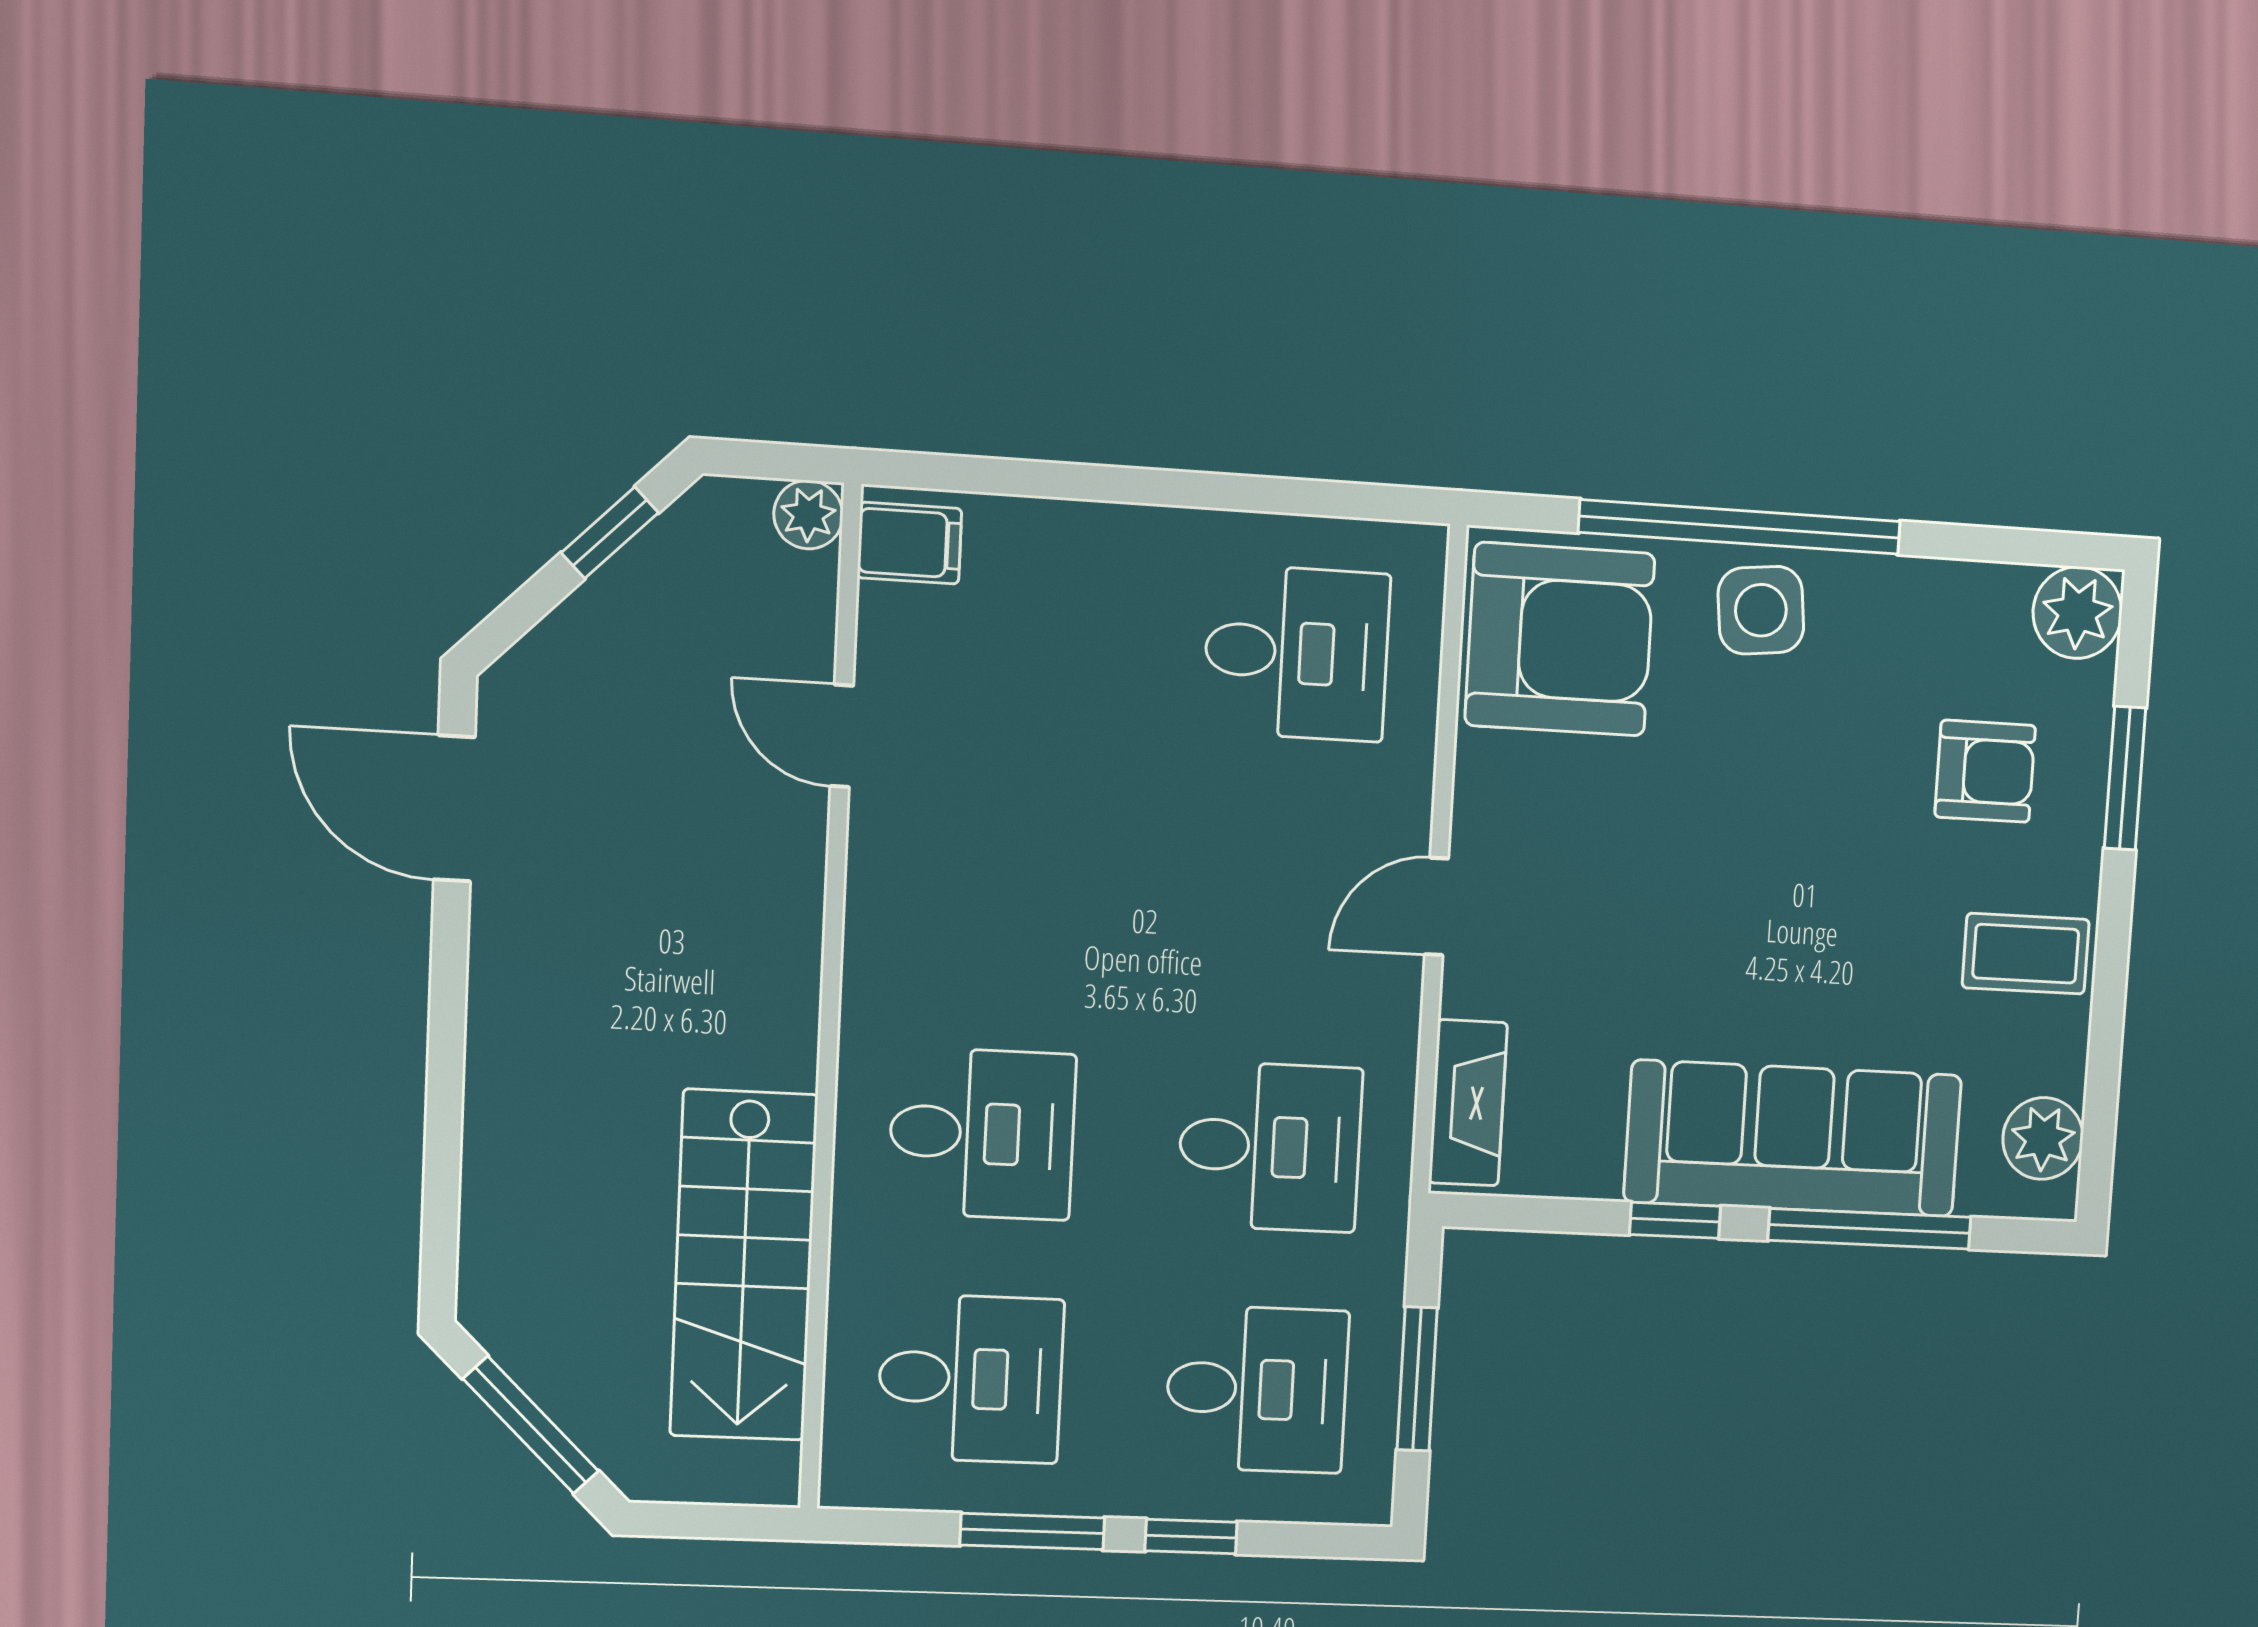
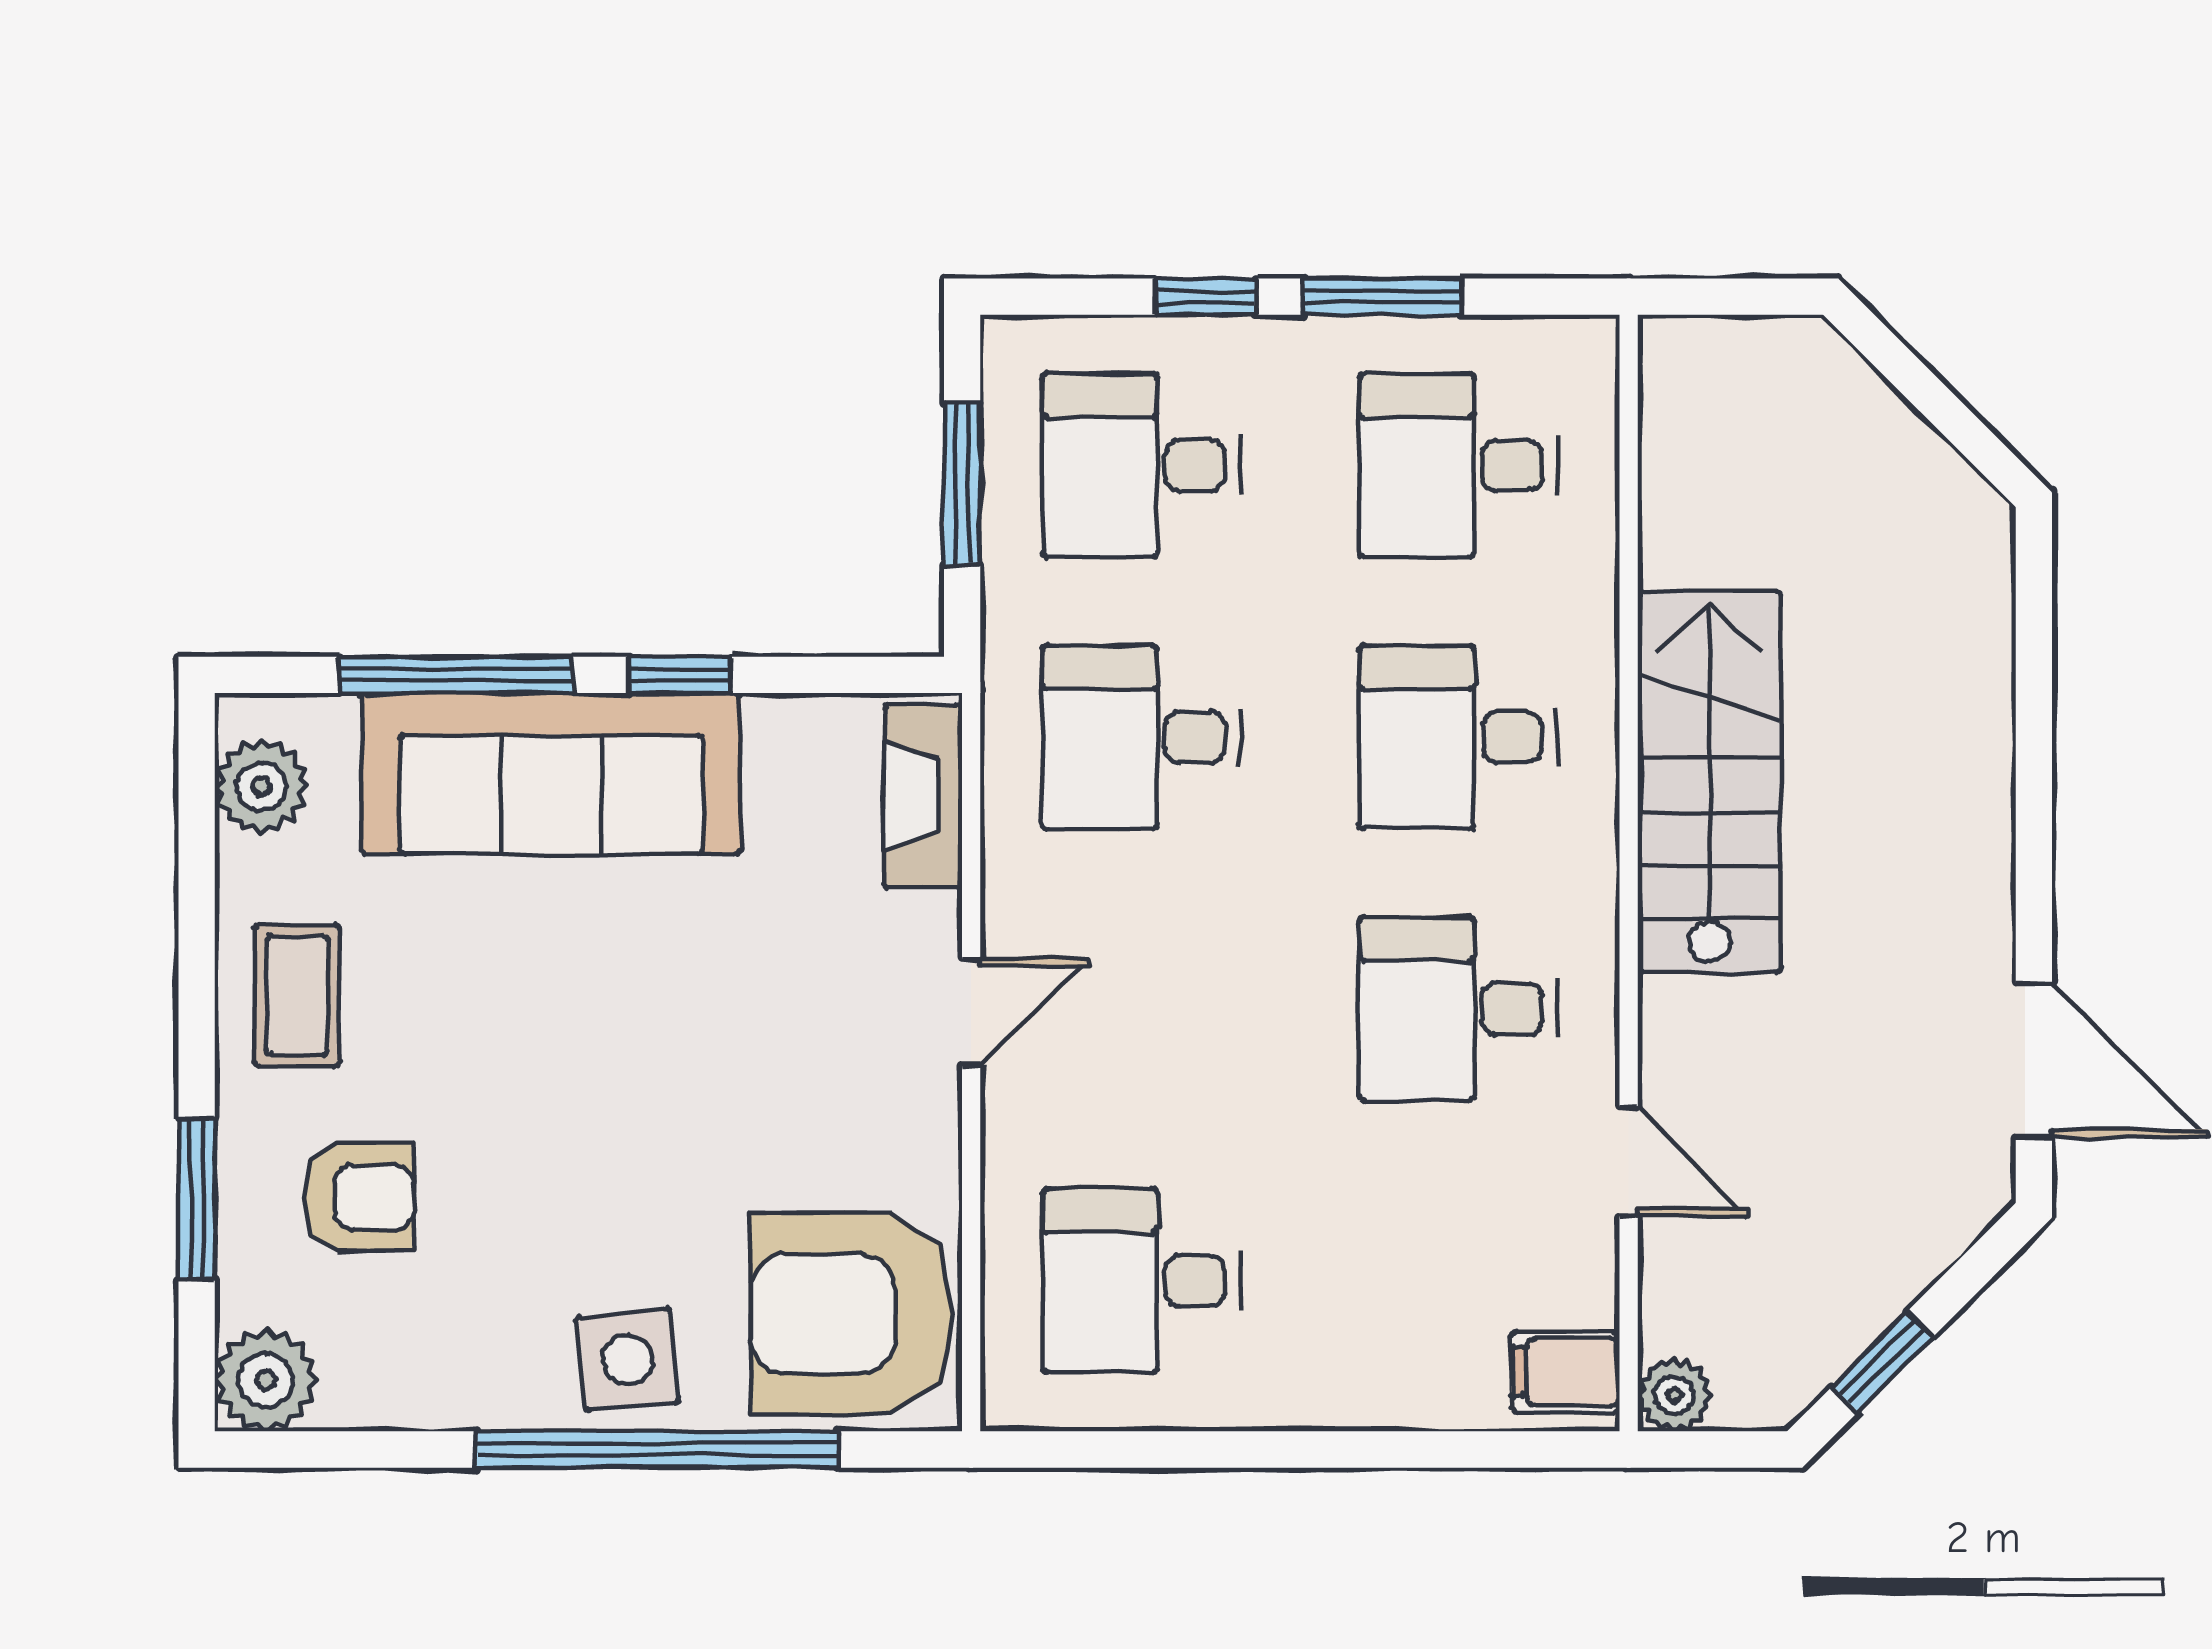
armchair: (1985, 771) -> (359, 1197), turned 180
desk: (994, 886) -> (1458, 1009), added
coffee table: (2026, 954) -> (297, 995), turned 90
stairs: (744, 1265) -> (1710, 781), moved
window: (531, 1425) -> (1931, 397), removed

